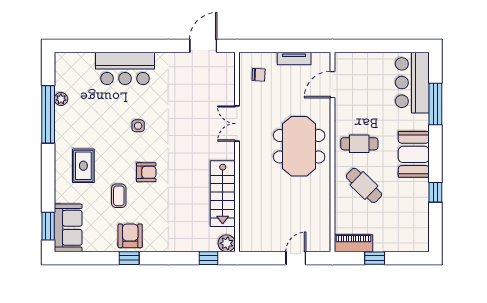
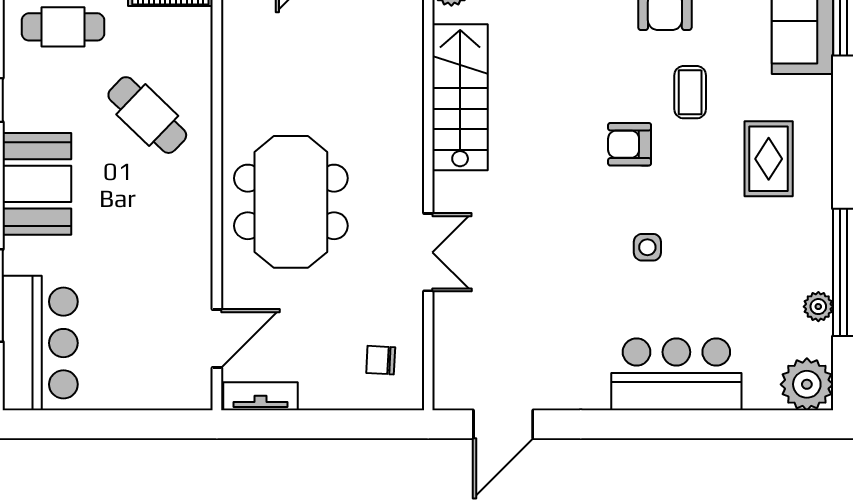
tv unit: (294, 59) -> (261, 396), moved
plant: (66, 64) -> (807, 384), added
cafe table: (359, 144) -> (63, 27), moved

